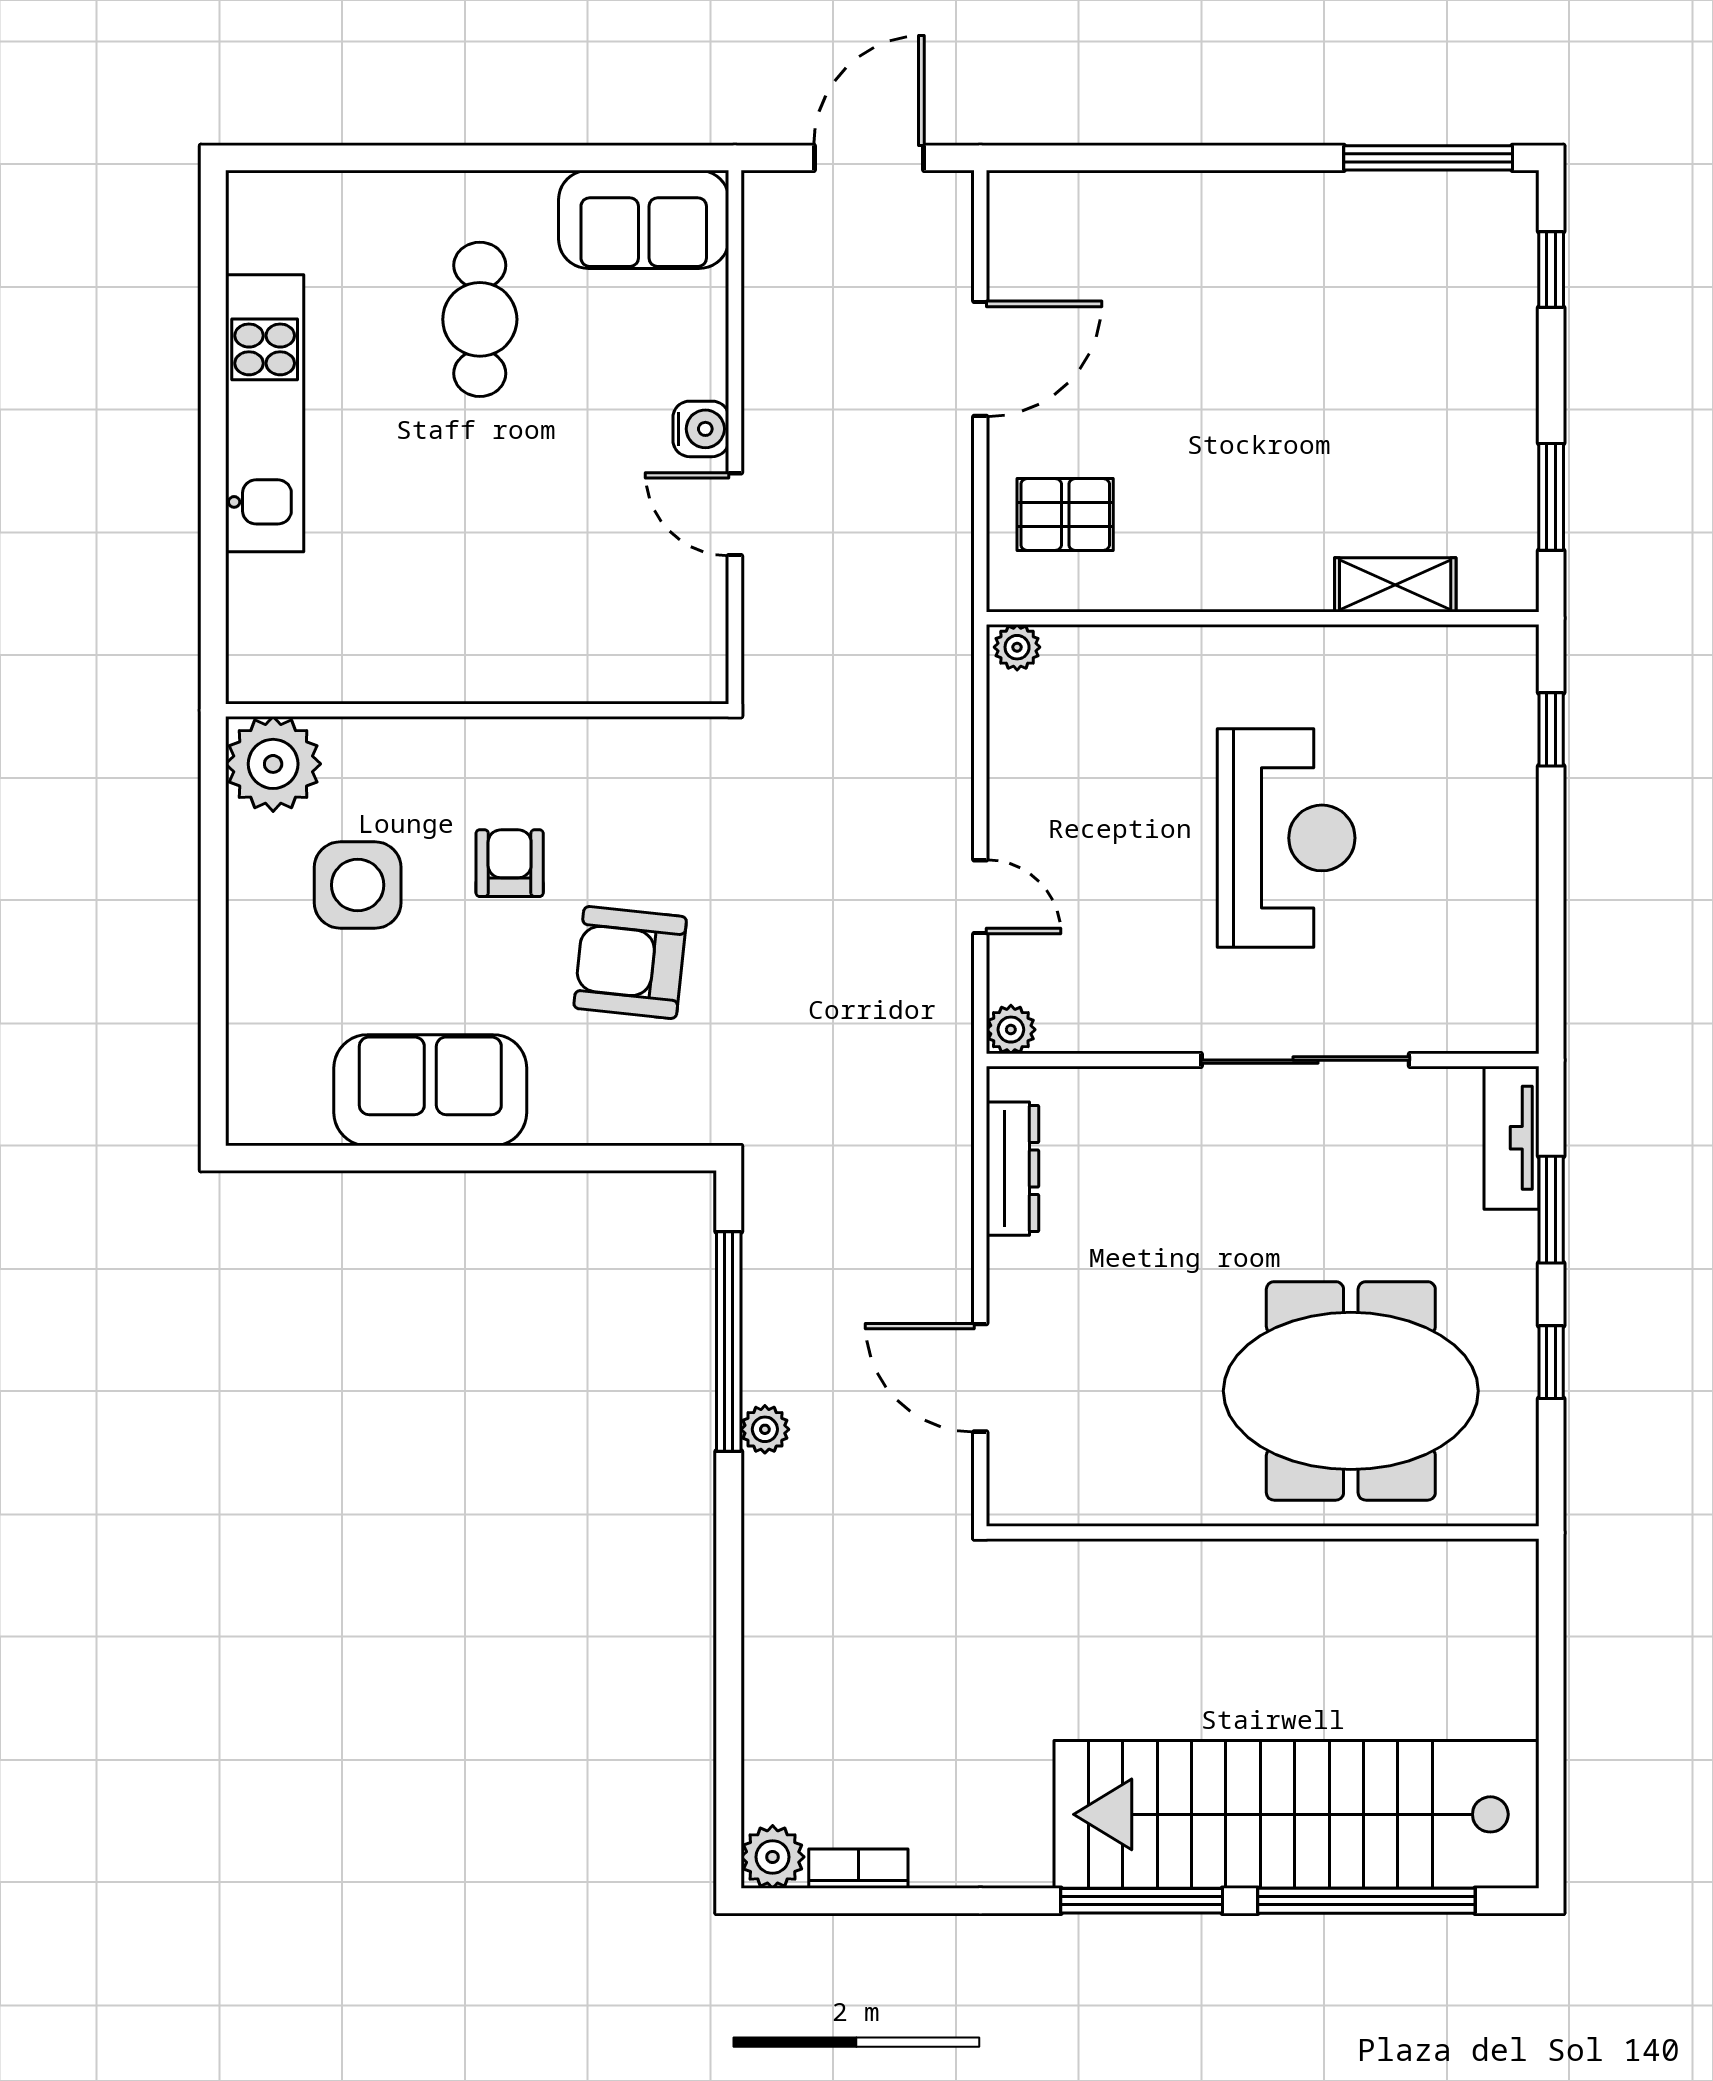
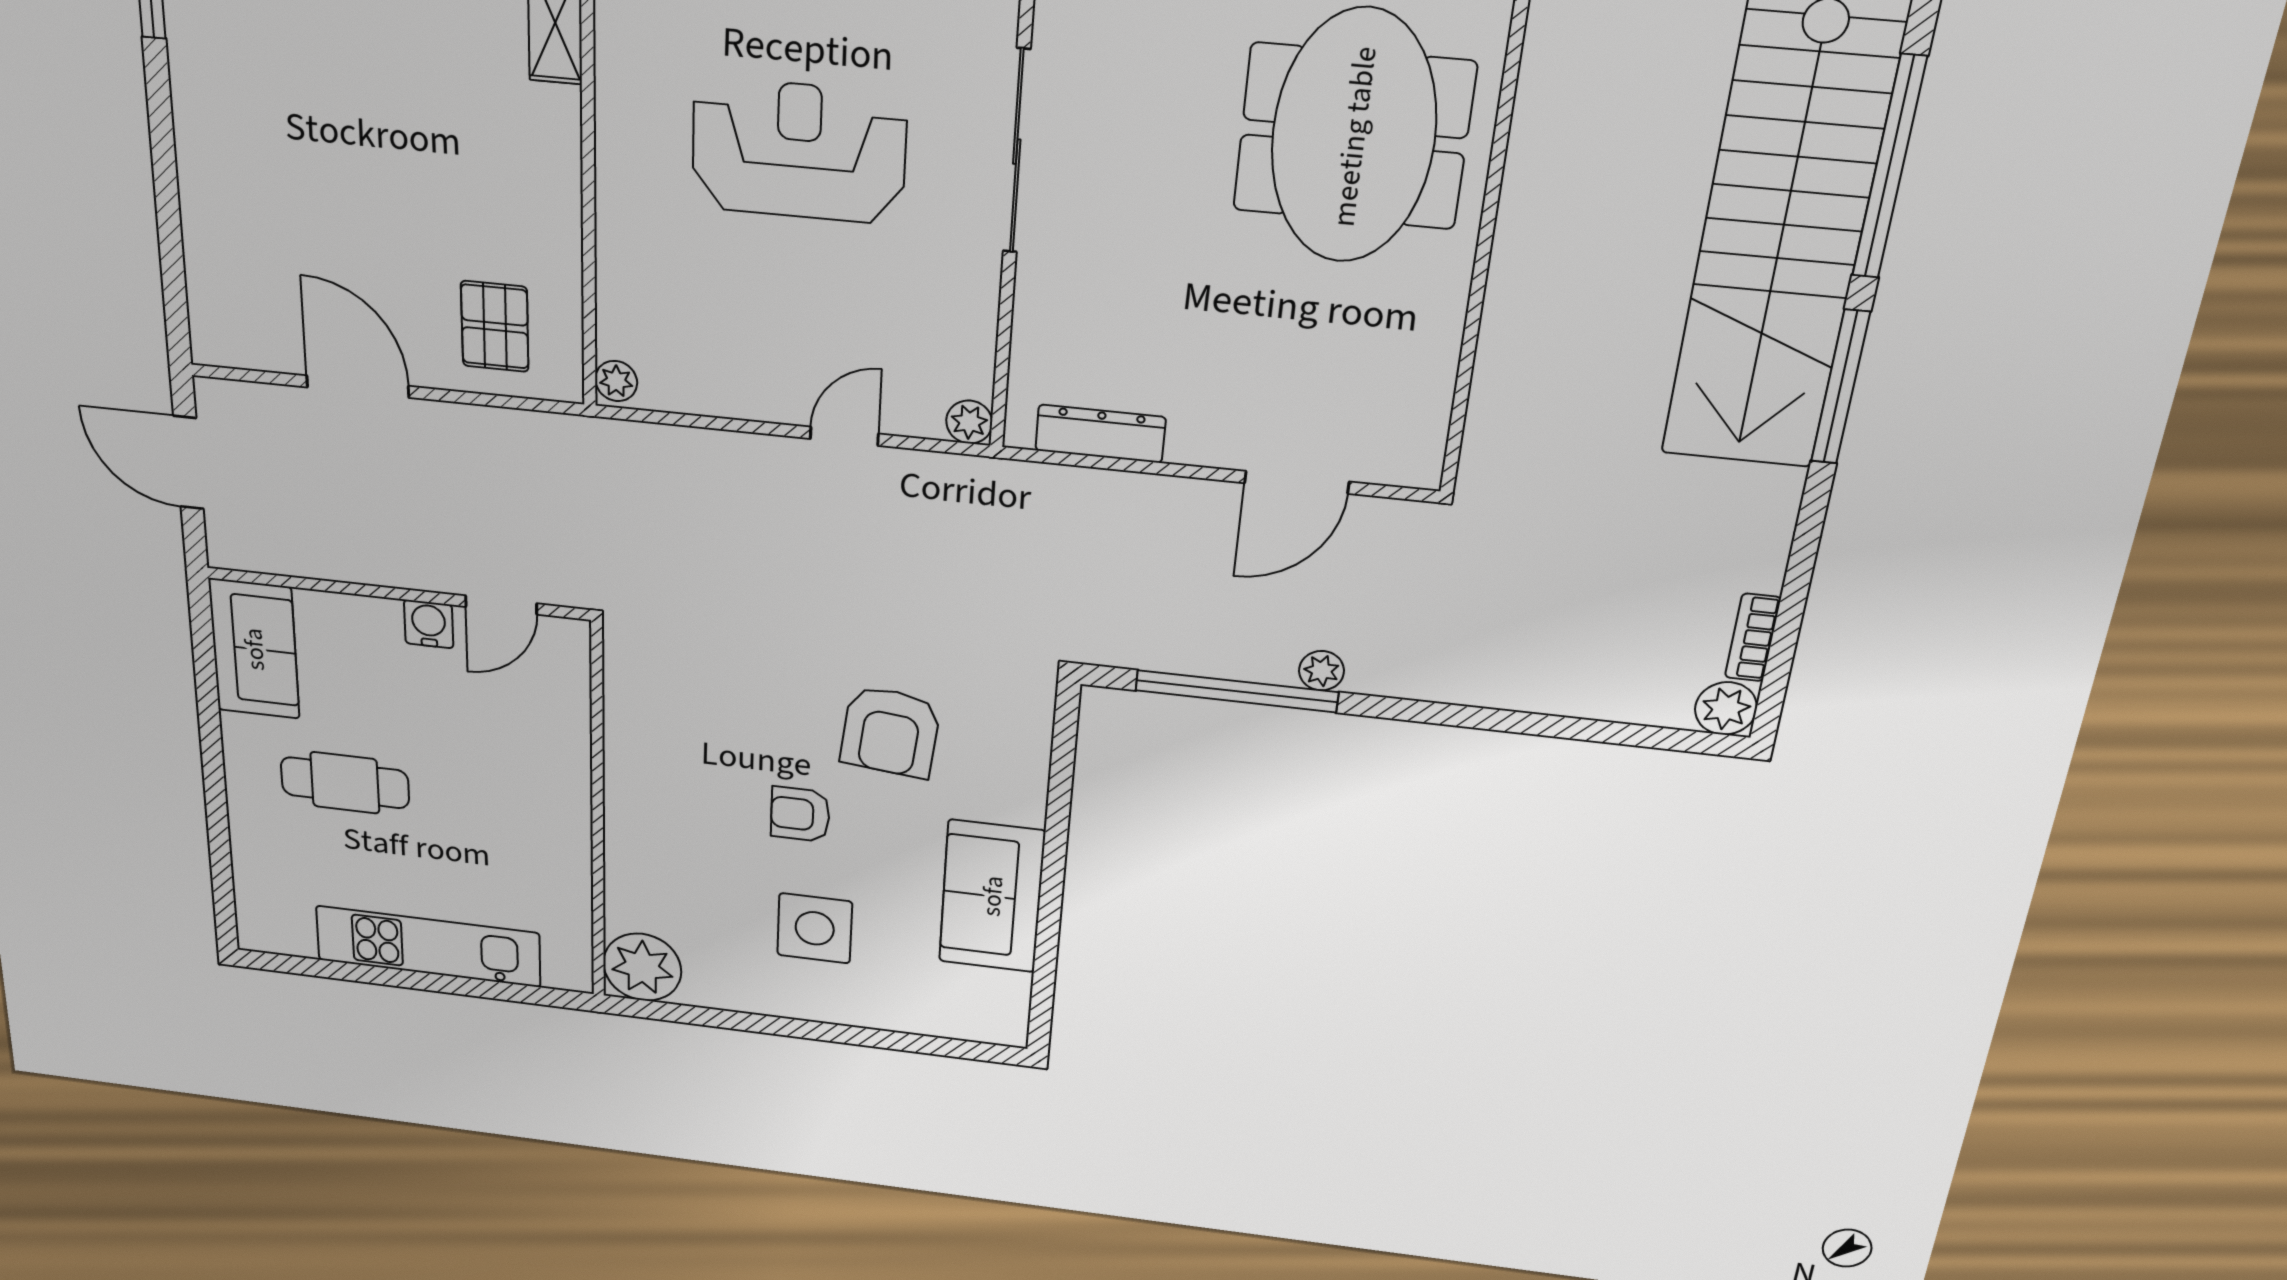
wall: (477, 710) -> (598, 815), moved
plant: (273, 764) -> (642, 967), moved

